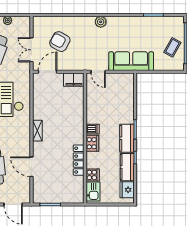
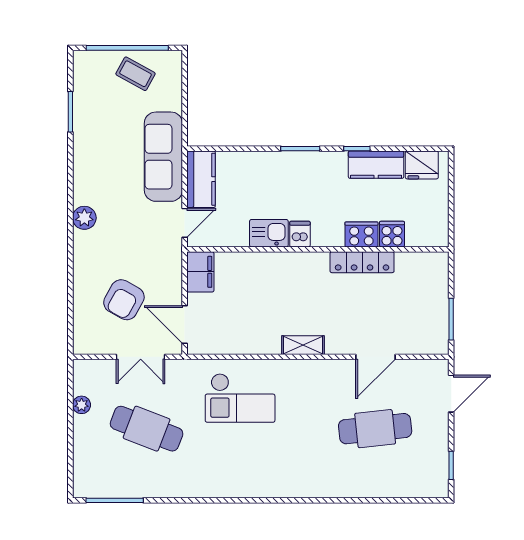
kitchen counter: (127, 138) -> (201, 179), moved, turned -90
cooker: (92, 143) -> (361, 234), moved
kitchen sink: (93, 192) -> (269, 233), moved

